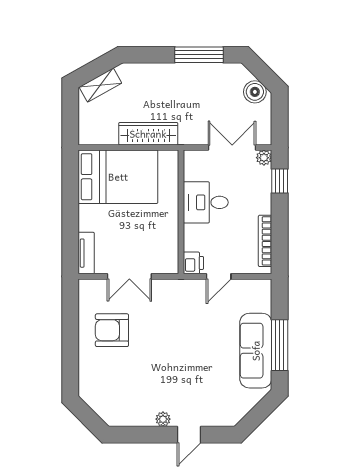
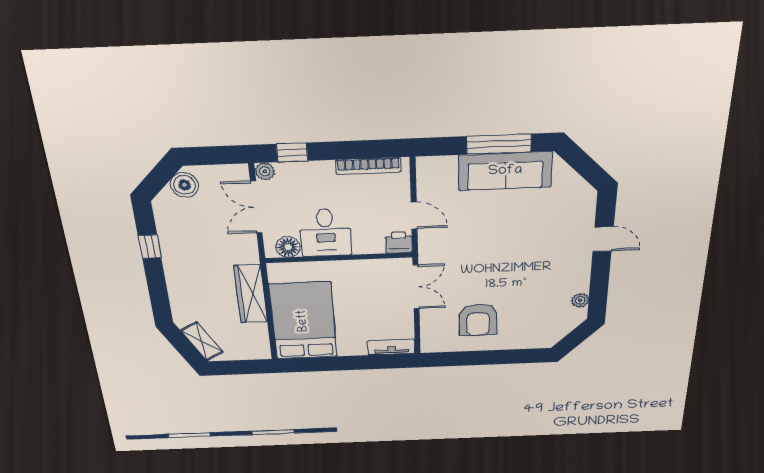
window: (199, 55) -> (150, 246), width x0.46
floor lamp: (193, 170) -> (288, 247), added
double door: (129, 276) -> (416, 287), moved
plant: (163, 419) -> (580, 300), moved

